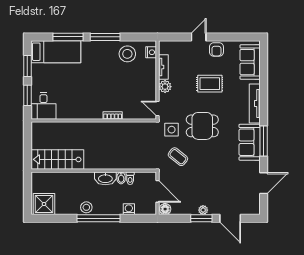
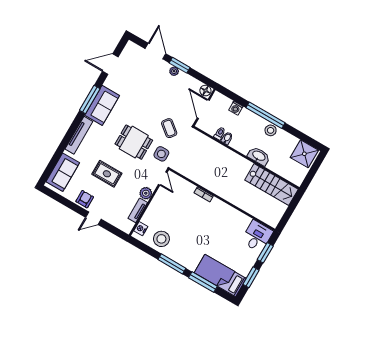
washbasin: (105, 178) -> (259, 156), moved

